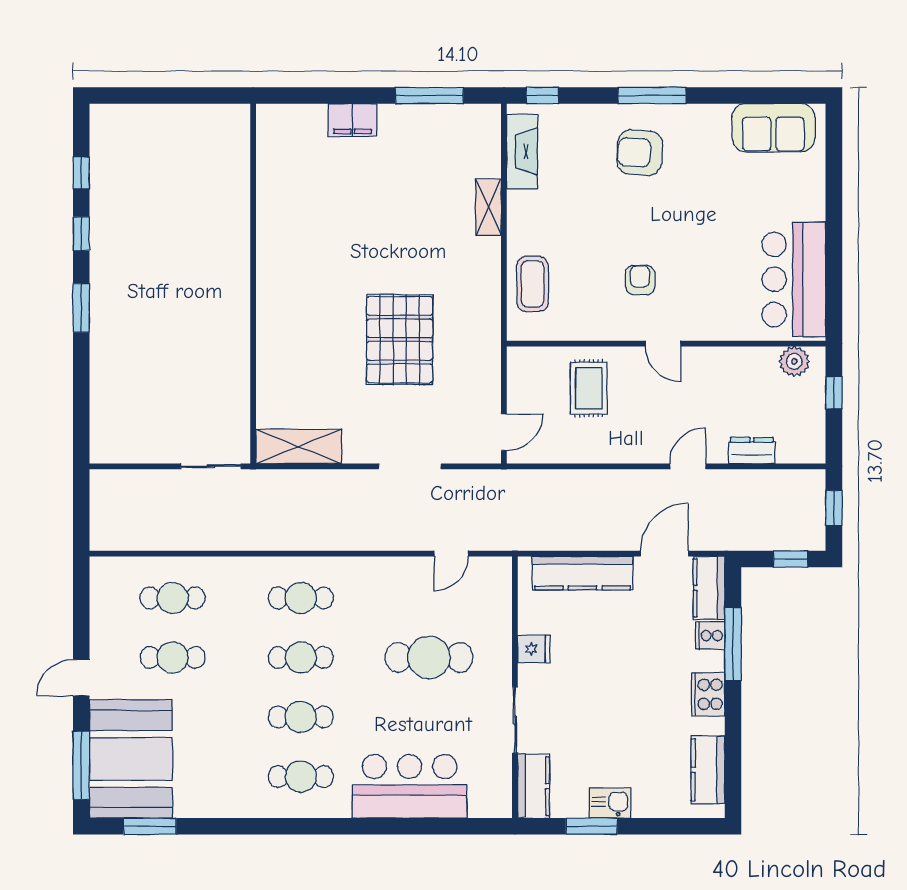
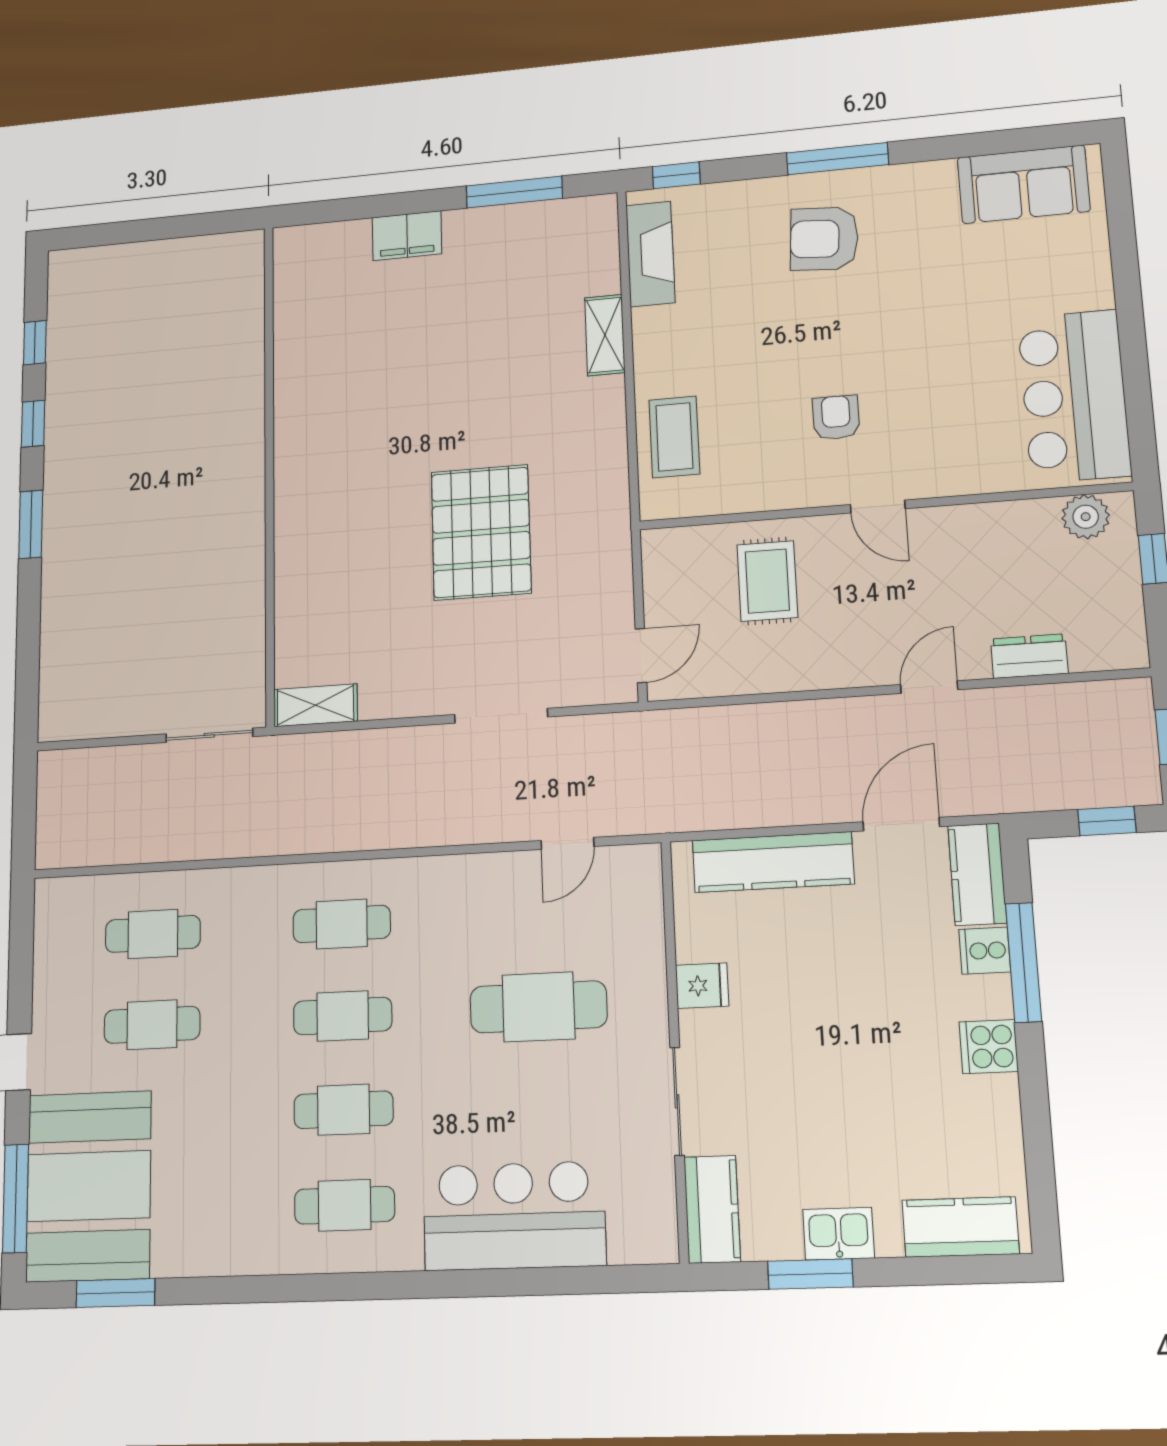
shelving: (299, 446) -> (315, 705), width x0.67, depth x0.75
cooker: (708, 694) -> (989, 1047), width x0.73
kitchen counter: (708, 770) -> (960, 1227), moved, turned 90

